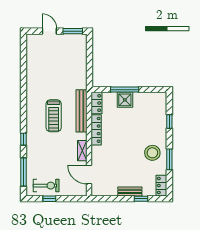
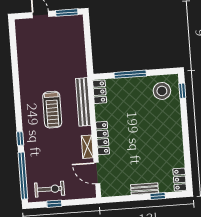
shower: (125, 100) -> (131, 86), removed
window: (169, 121) -> (182, 91), moved
locker: (96, 130) -> (103, 138), moved
stool: (152, 153) -> (162, 91), moved
window: (169, 159) -> (187, 149), removed
window: (24, 172) -> (23, 176), width x1.46

